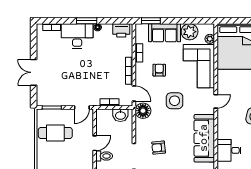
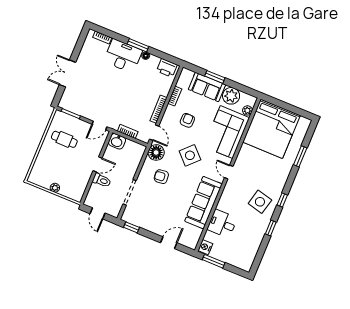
window: (151, 21) -> (215, 77), moved
side table: (175, 101) -> (190, 155), turned 45
door: (216, 101) -> (229, 172), swing flipped
washbasin: (120, 115) -> (117, 141), moved
cafe table: (55, 133) -> (64, 139), width x0.73, depth x0.74
armchair: (159, 148) -> (161, 177), moved

